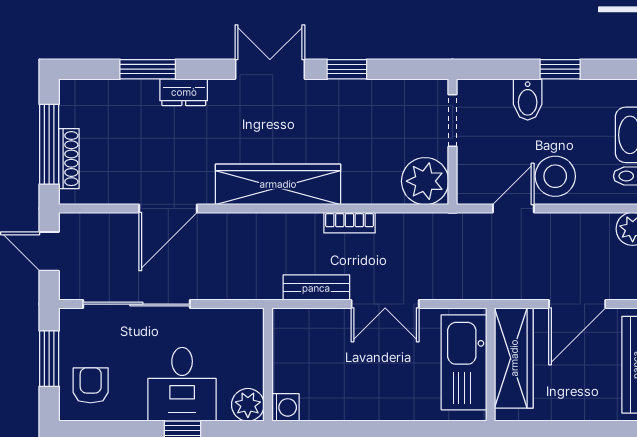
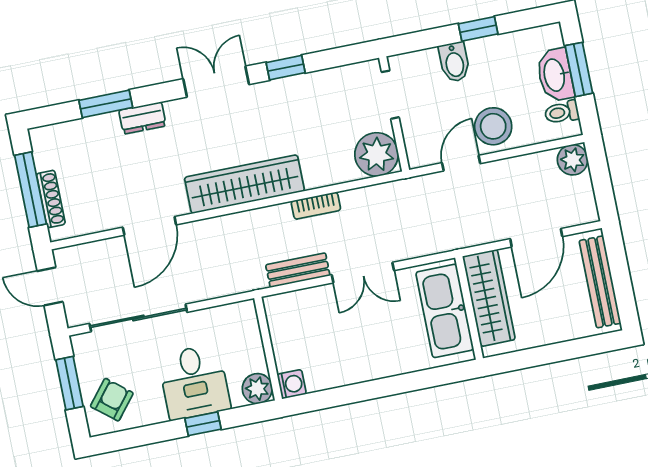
armchair: (91, 385) -> (112, 400), turned 39

